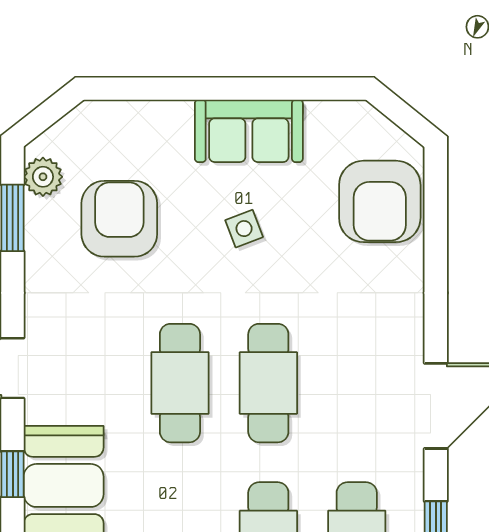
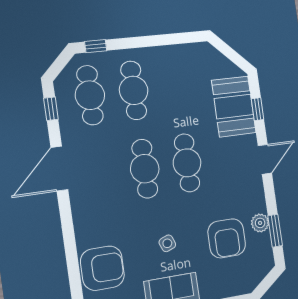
plant: (43, 177) -> (260, 223), moved
armchair: (380, 201) -> (102, 268), turned 90

